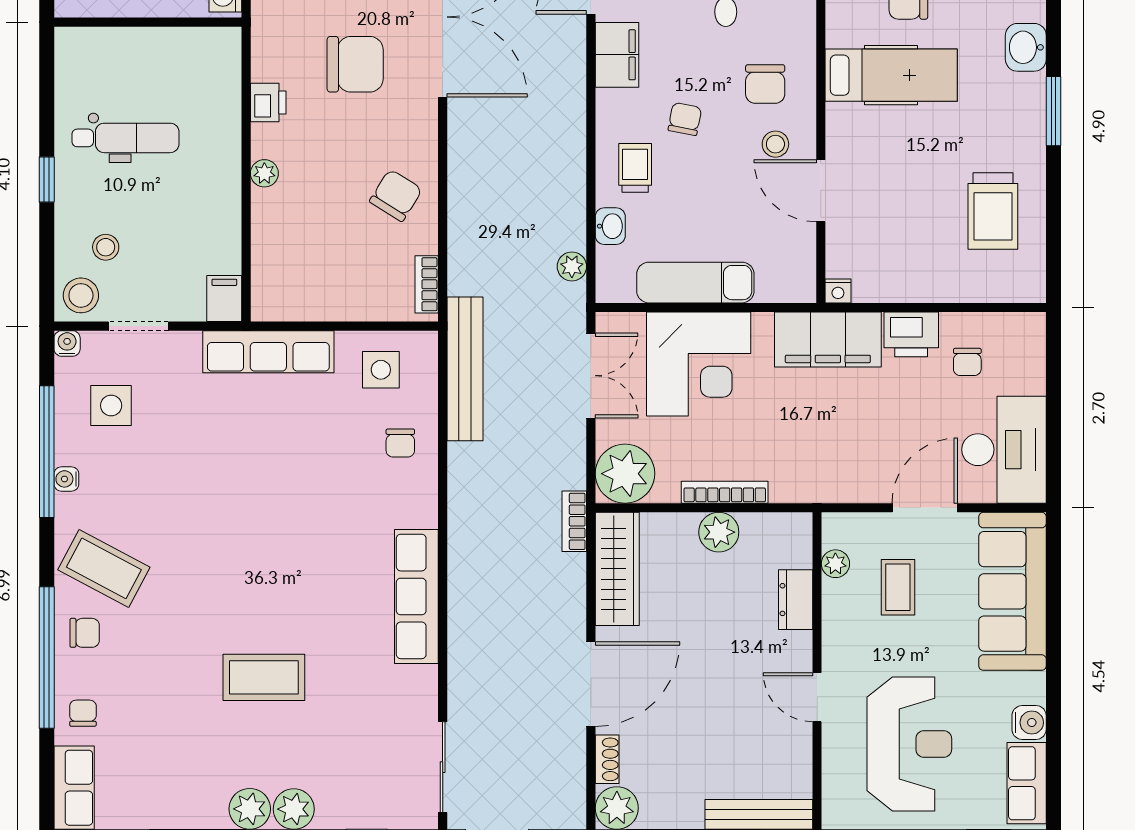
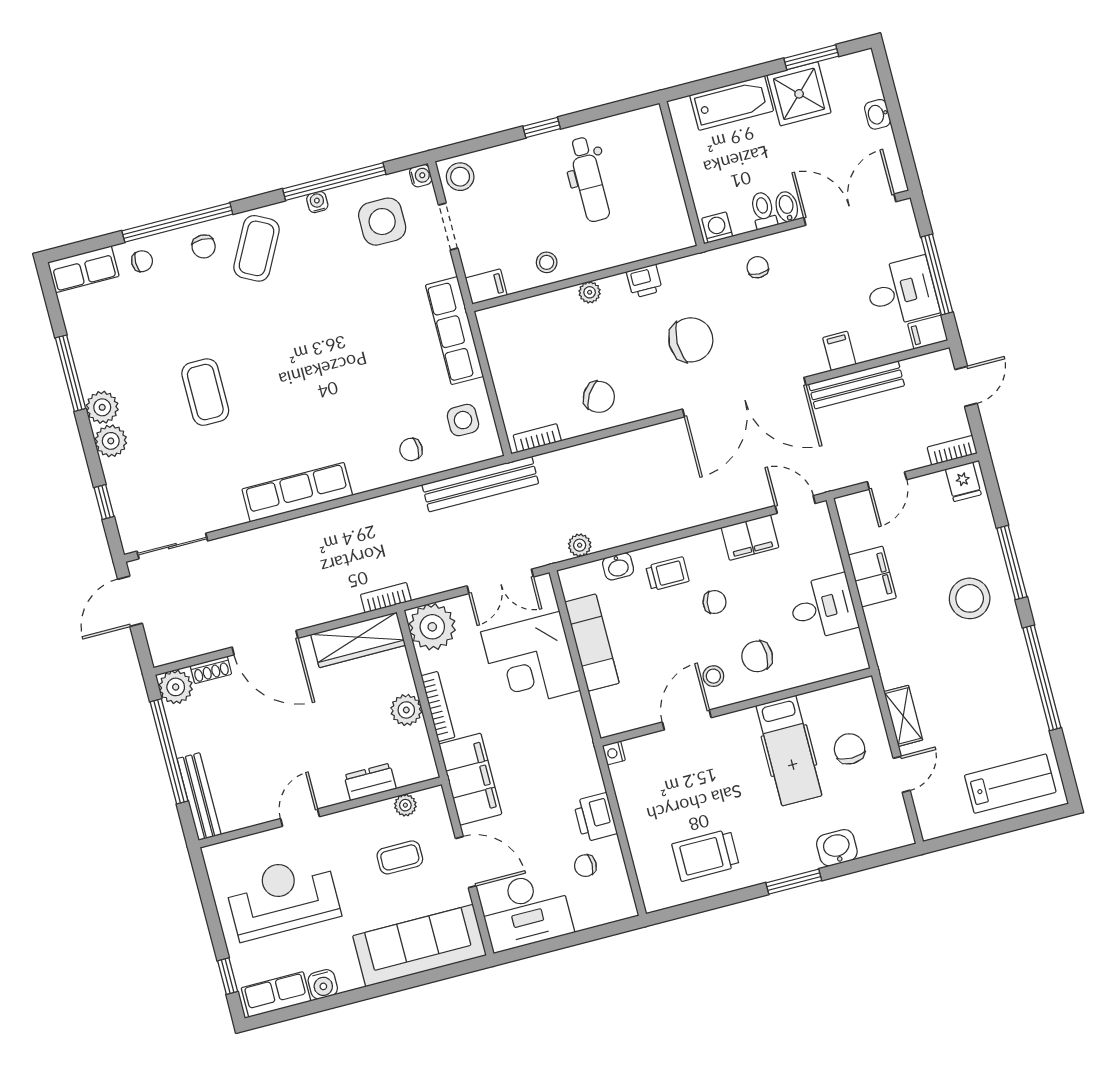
chair: (355, 64) -> (691, 340), turned -90
stool: (106, 247) -> (547, 262), moved
filing cabinet: (828, 340) -> (470, 779), moved, turned 180
side table: (111, 405) -> (382, 222), width x1.37, depth x1.37
reception desk: (909, 744) -> (283, 897), turned 180

